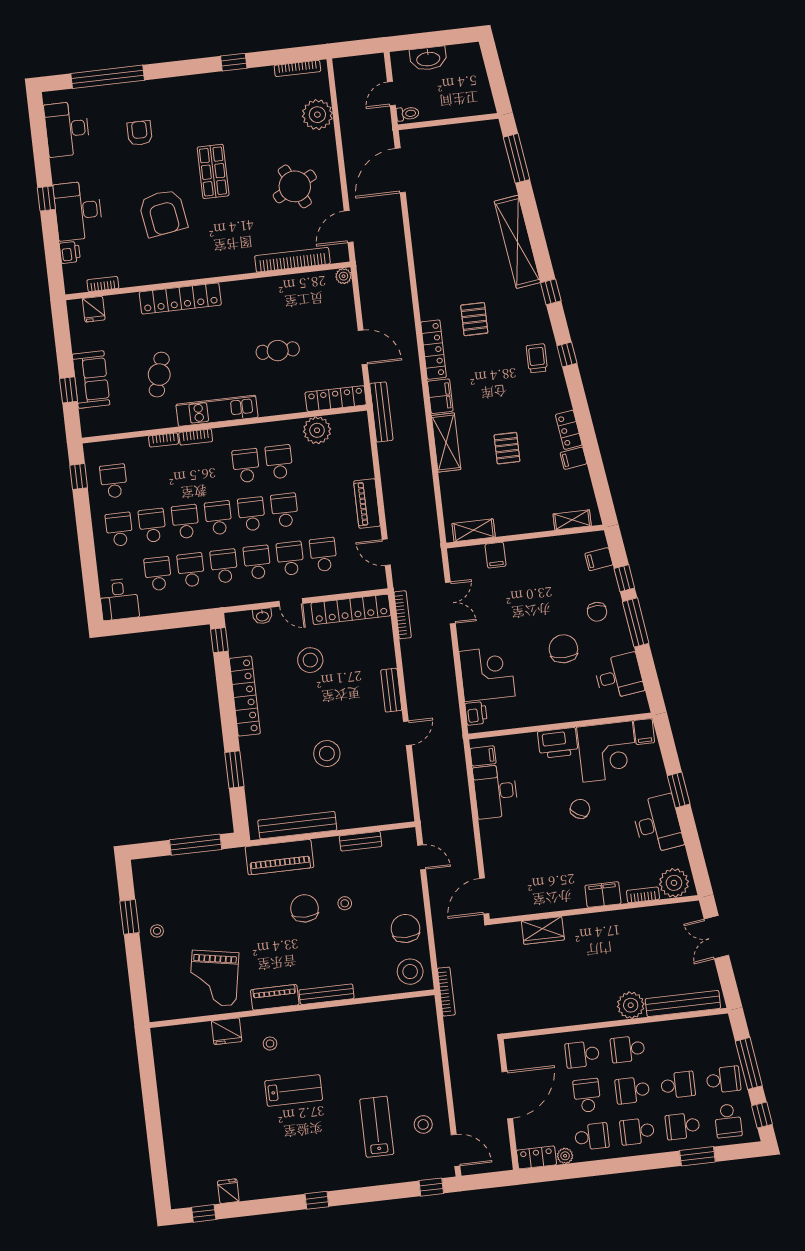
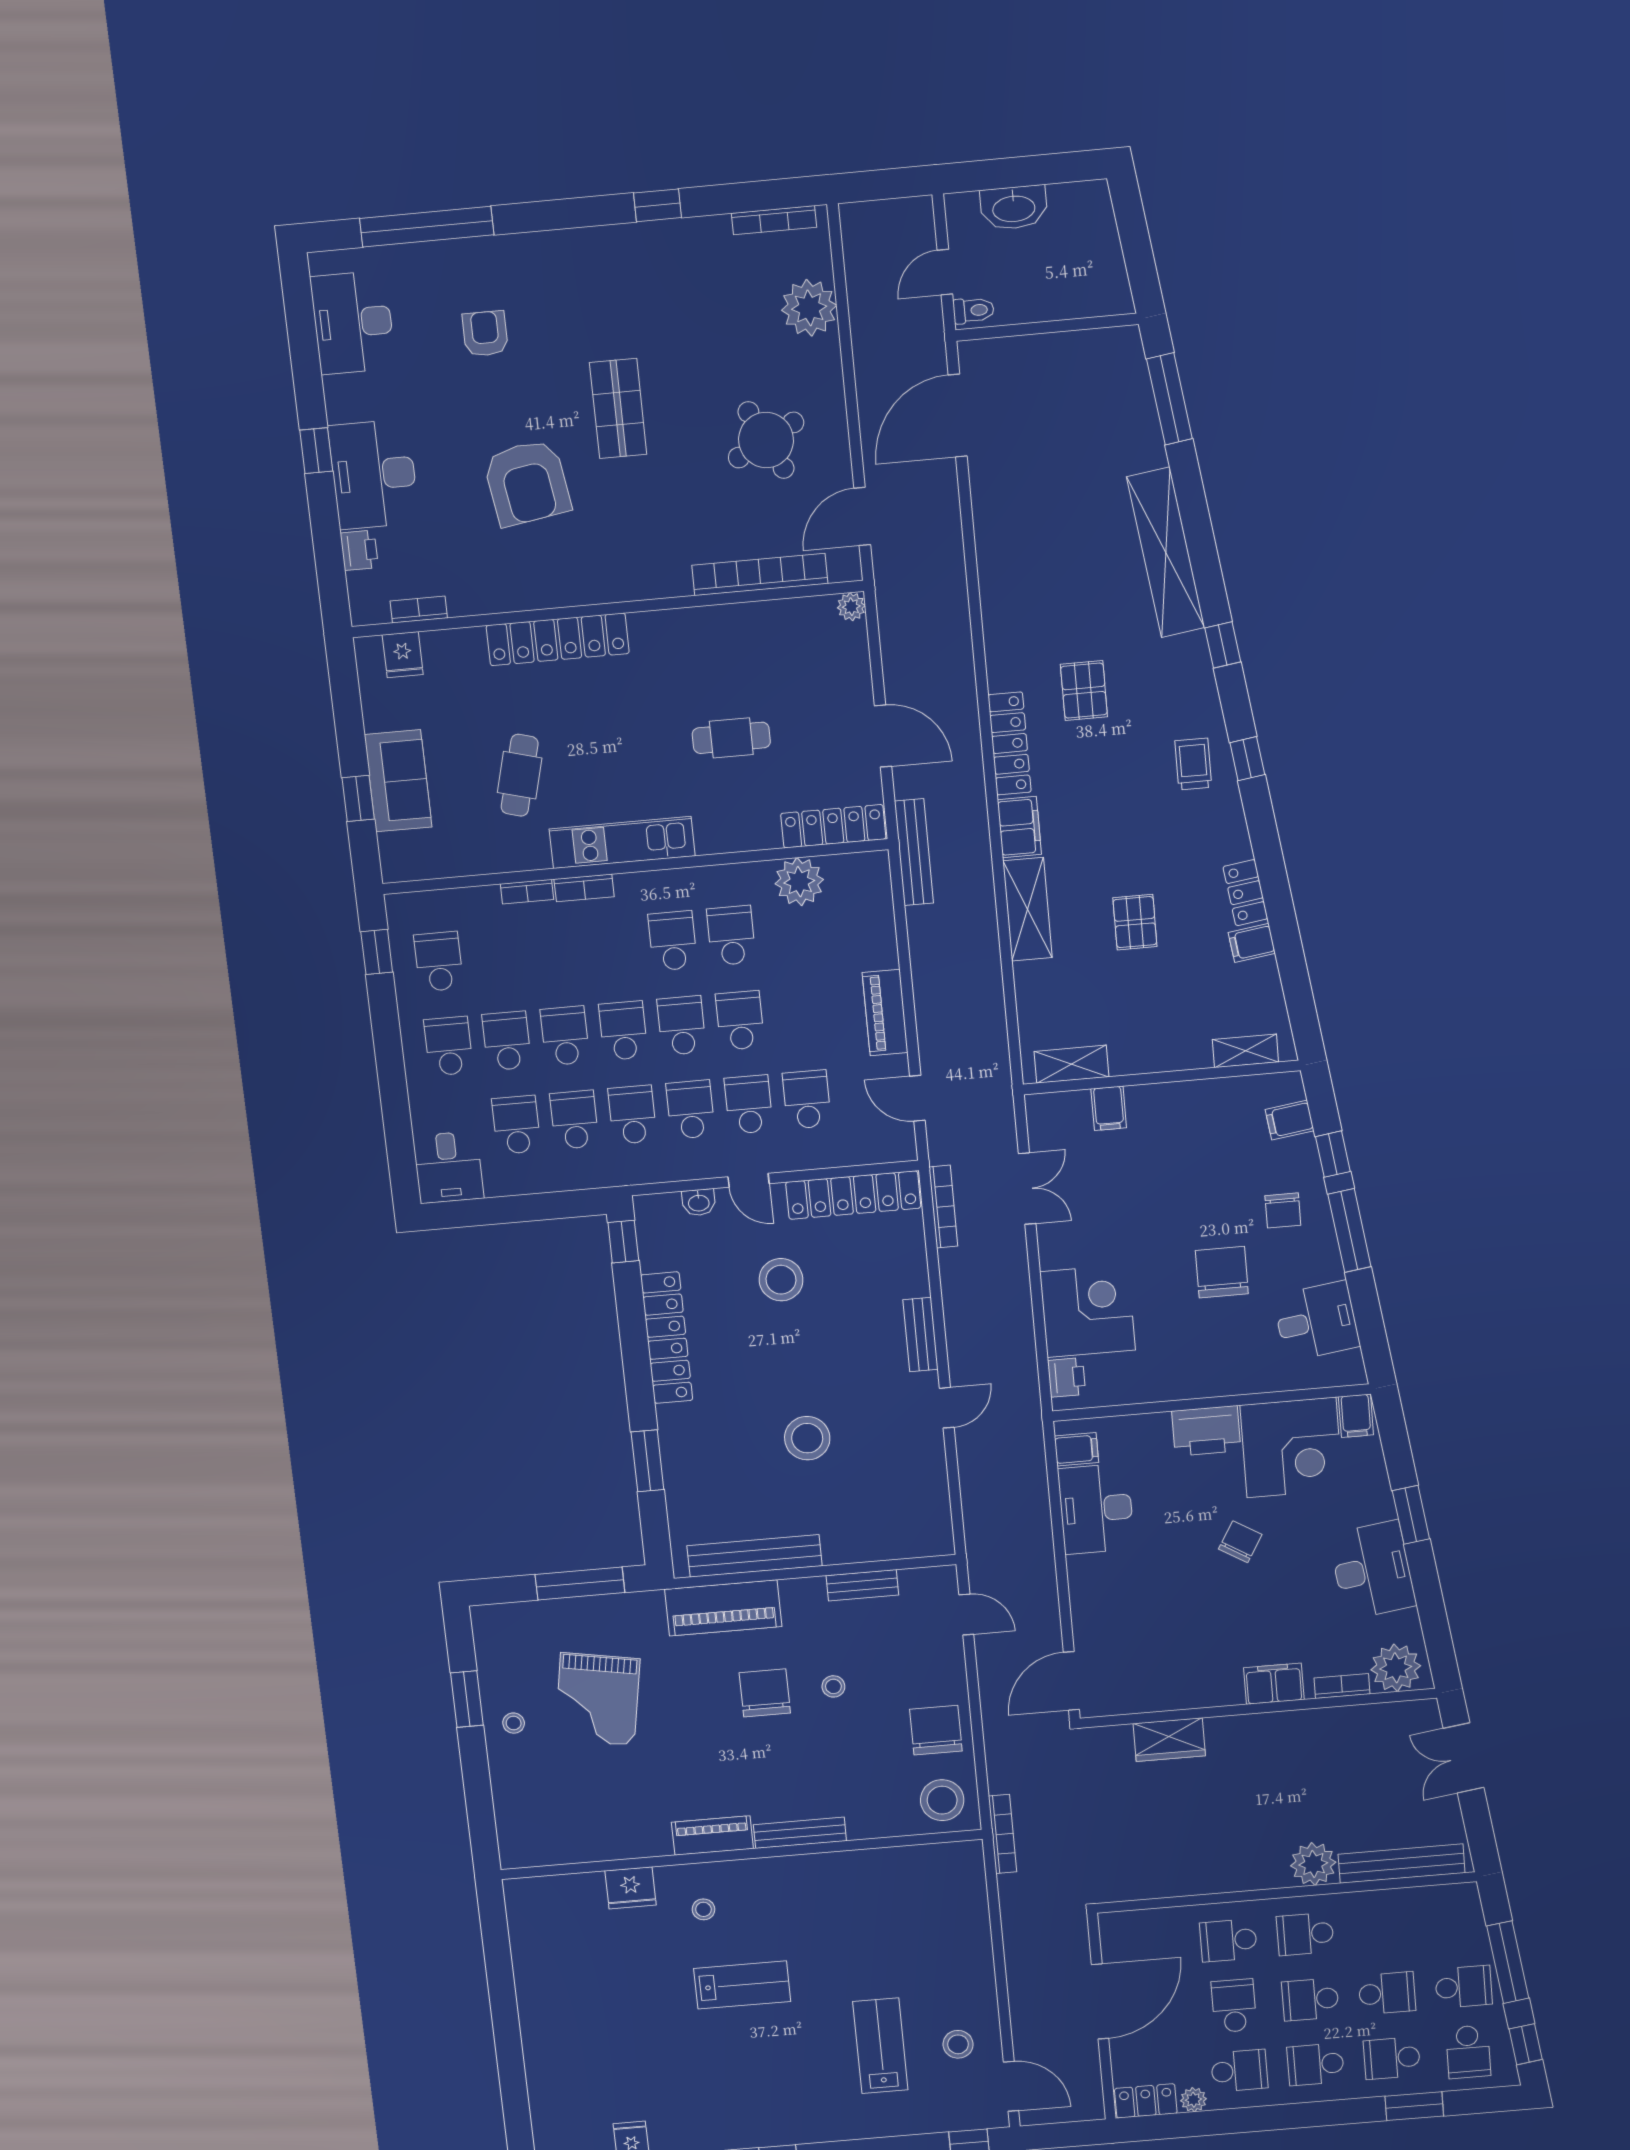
grand piano: (214, 978) -> (597, 1699), moved

